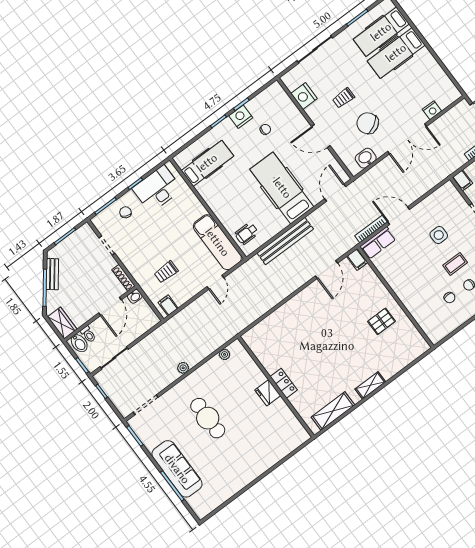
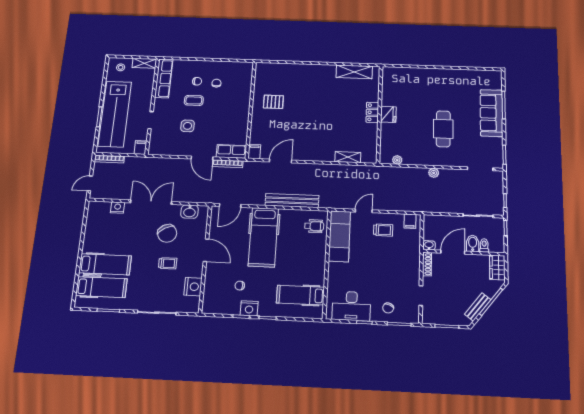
trolley: (166, 272) -> (383, 230), moved
bidet: (79, 343) -> (473, 243), moved
shelving: (370, 385) -> (348, 157), moved

